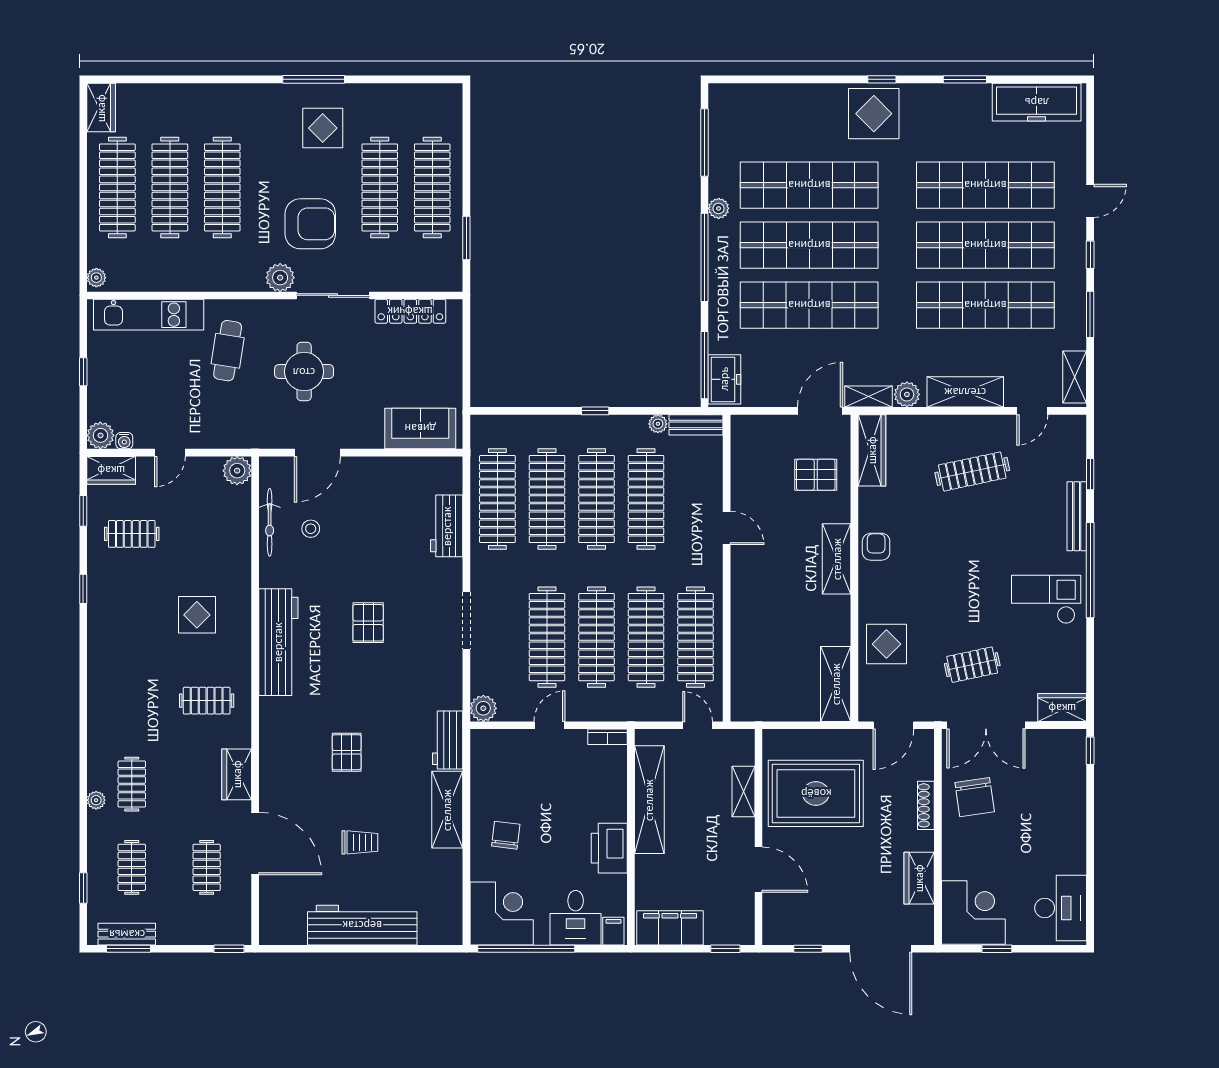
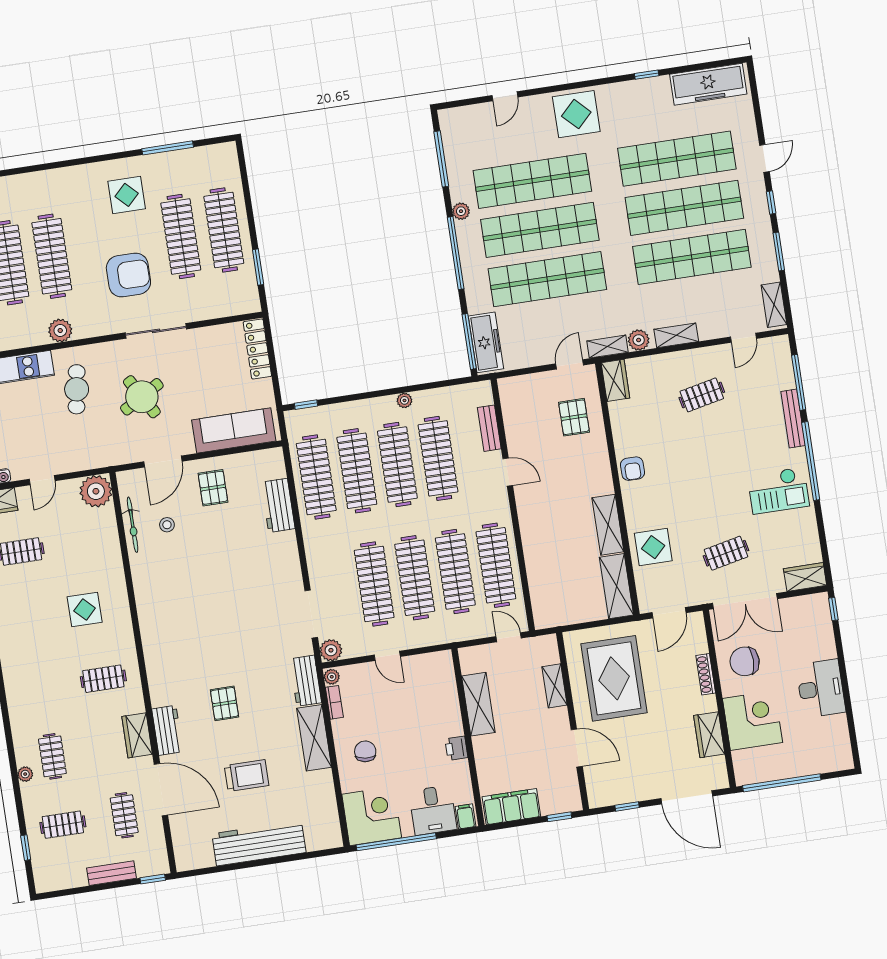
window: (314, 79) -> (168, 148), moved
door: (792, 79) -> (505, 96), added
window: (882, 79) -> (579, 85), removed
window: (965, 79) -> (647, 75), width x0.67
plant: (280, 278) -> (60, 331), moved
locker: (410, 311) -> (257, 349), moved, turned 90
round table: (304, 372) -> (142, 397), turned -30
freezer: (724, 379) -> (486, 342), width x1.40
shelving: (965, 392) -> (676, 335), width x0.67, depth x0.75
window: (595, 411) -> (306, 405), moved
door: (820, 411) -> (570, 364), width x0.73
plant: (658, 424) -> (404, 400), moved
bench: (696, 425) -> (489, 428), moved, turned 90
sofa: (420, 428) -> (234, 430), width x1.36
wardrobe: (872, 450) -> (615, 380), width x0.67
plant: (237, 471) -> (96, 491), width x1.36, depth x1.36
clothes rail: (972, 471) -> (702, 395), width x0.73
window: (1090, 474) -> (799, 382), width x2.17
pallet: (816, 475) -> (574, 417), turned 90
armchair: (876, 547) -> (632, 469), turned 180
shelving: (837, 559) -> (608, 525), moved
checkout: (1046, 599) -> (778, 491), turned 180
doorway: (466, 621) -> (311, 614), moved
pallet: (368, 623) -> (213, 488), moved
workbench: (278, 642) -> (167, 730), moved, width x0.53, depth x0.76
door: (549, 725) -> (387, 656), swing flipped
bookcase: (608, 737) -> (334, 702), moved, turned -90
plant: (479, 740) -> (332, 677), added
rug: (816, 793) -> (614, 678), turned 90
chair: (975, 797) -> (745, 661), turned 98
shelving: (649, 800) -> (478, 704), width x0.68
trolley: (360, 842) -> (247, 776), width x1.36, depth x1.39
printer: (609, 848) -> (456, 748), width x0.53, depth x0.68
clothes rail: (132, 867) -> (63, 825), turned 90
desk: (1061, 908) -> (821, 688), moved
corner desk: (973, 913) -> (753, 720), moved
bench: (127, 934) -> (111, 873), moved
window: (128, 949) -> (70, 892), removed
window: (997, 949) -> (782, 783), width x3.17

